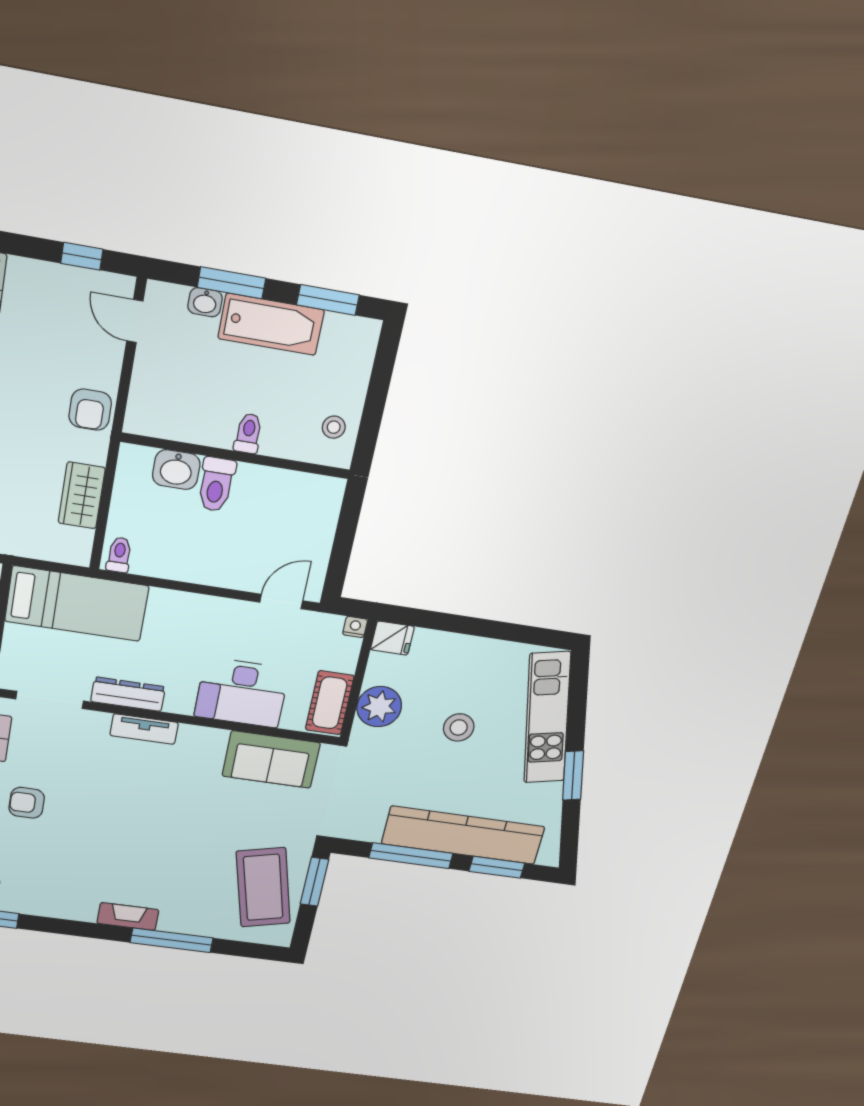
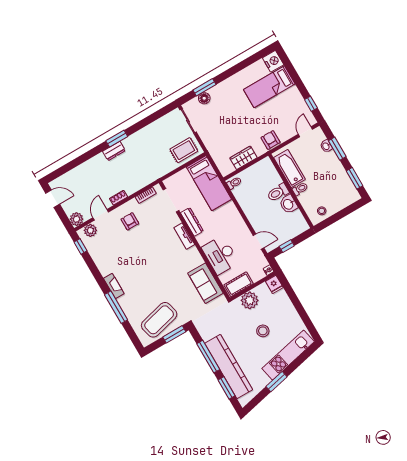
bathtub: (271, 324) -> (289, 168), moved, turned 180
armchair: (90, 410) -> (271, 140), turned 90
washbasin: (176, 470) -> (288, 204), moved
window: (340, 555) -> (287, 246), added

